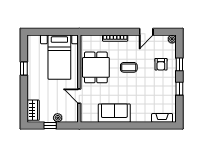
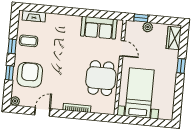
armchair: (161, 64) -> (30, 75), width x1.88, depth x1.88
coffee table: (129, 67) -> (29, 41), moved
window: (24, 69) -> (181, 66), moved
sofa: (114, 113) -> (99, 28), moved
window: (50, 125) -> (141, 18), moved

